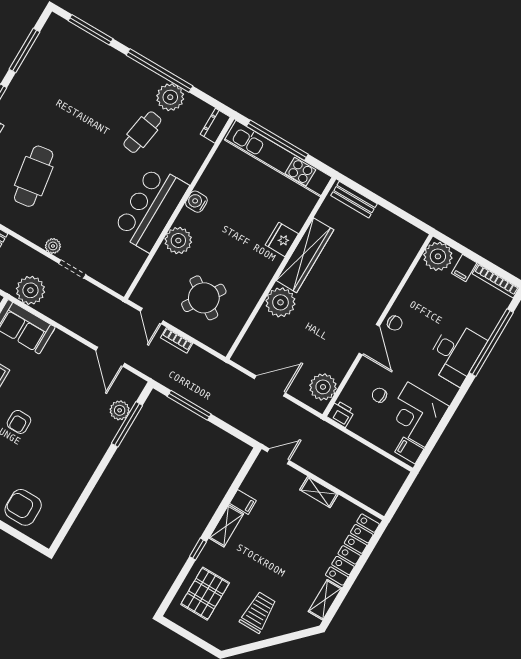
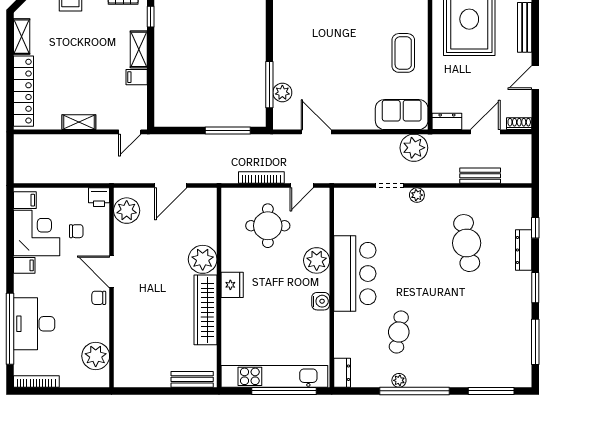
plant: (170, 97) -> (399, 380), width x0.53, depth x0.53
fridge: (282, 239) -> (232, 285), moved
plant: (438, 256) -> (96, 356), moved
filing cabinet: (464, 268) -> (24, 265), moved, turned 90
round table: (204, 298) -> (268, 226), turned -34
door: (152, 316) -> (302, 186), swing flipped
bookcase: (177, 340) -> (261, 178), width x1.56
desk: (456, 353) -> (34, 324), moved
armchair: (19, 422) -> (359, 34), removed

